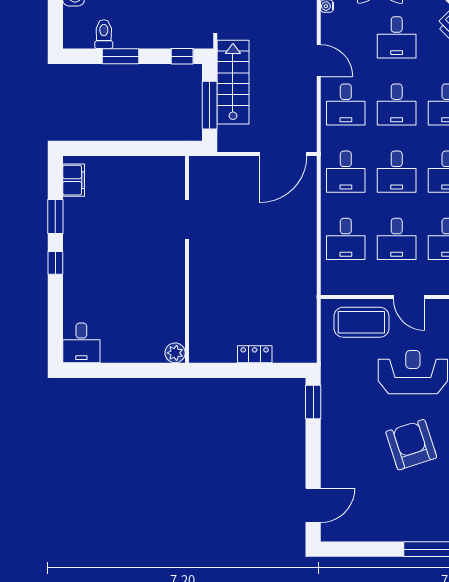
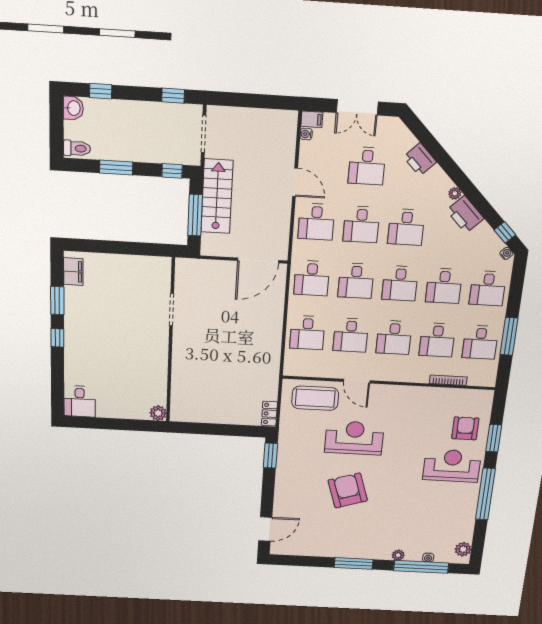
toilet: (104, 34) -> (77, 148), moved, turned 90
locker: (255, 354) -> (269, 414), moved, turned -90

